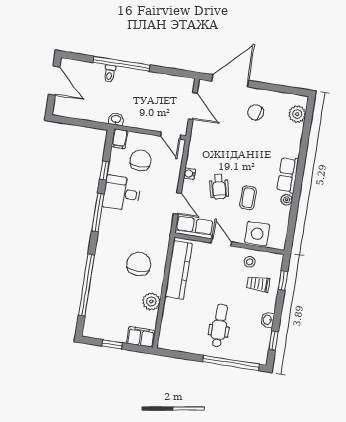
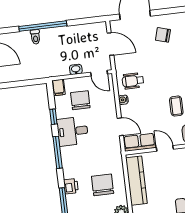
washbasin: (116, 119) -> (76, 69), moved
wheelchair: (219, 187) -> (133, 81), moved, turned 103
printer: (102, 255) -> (71, 186), added

